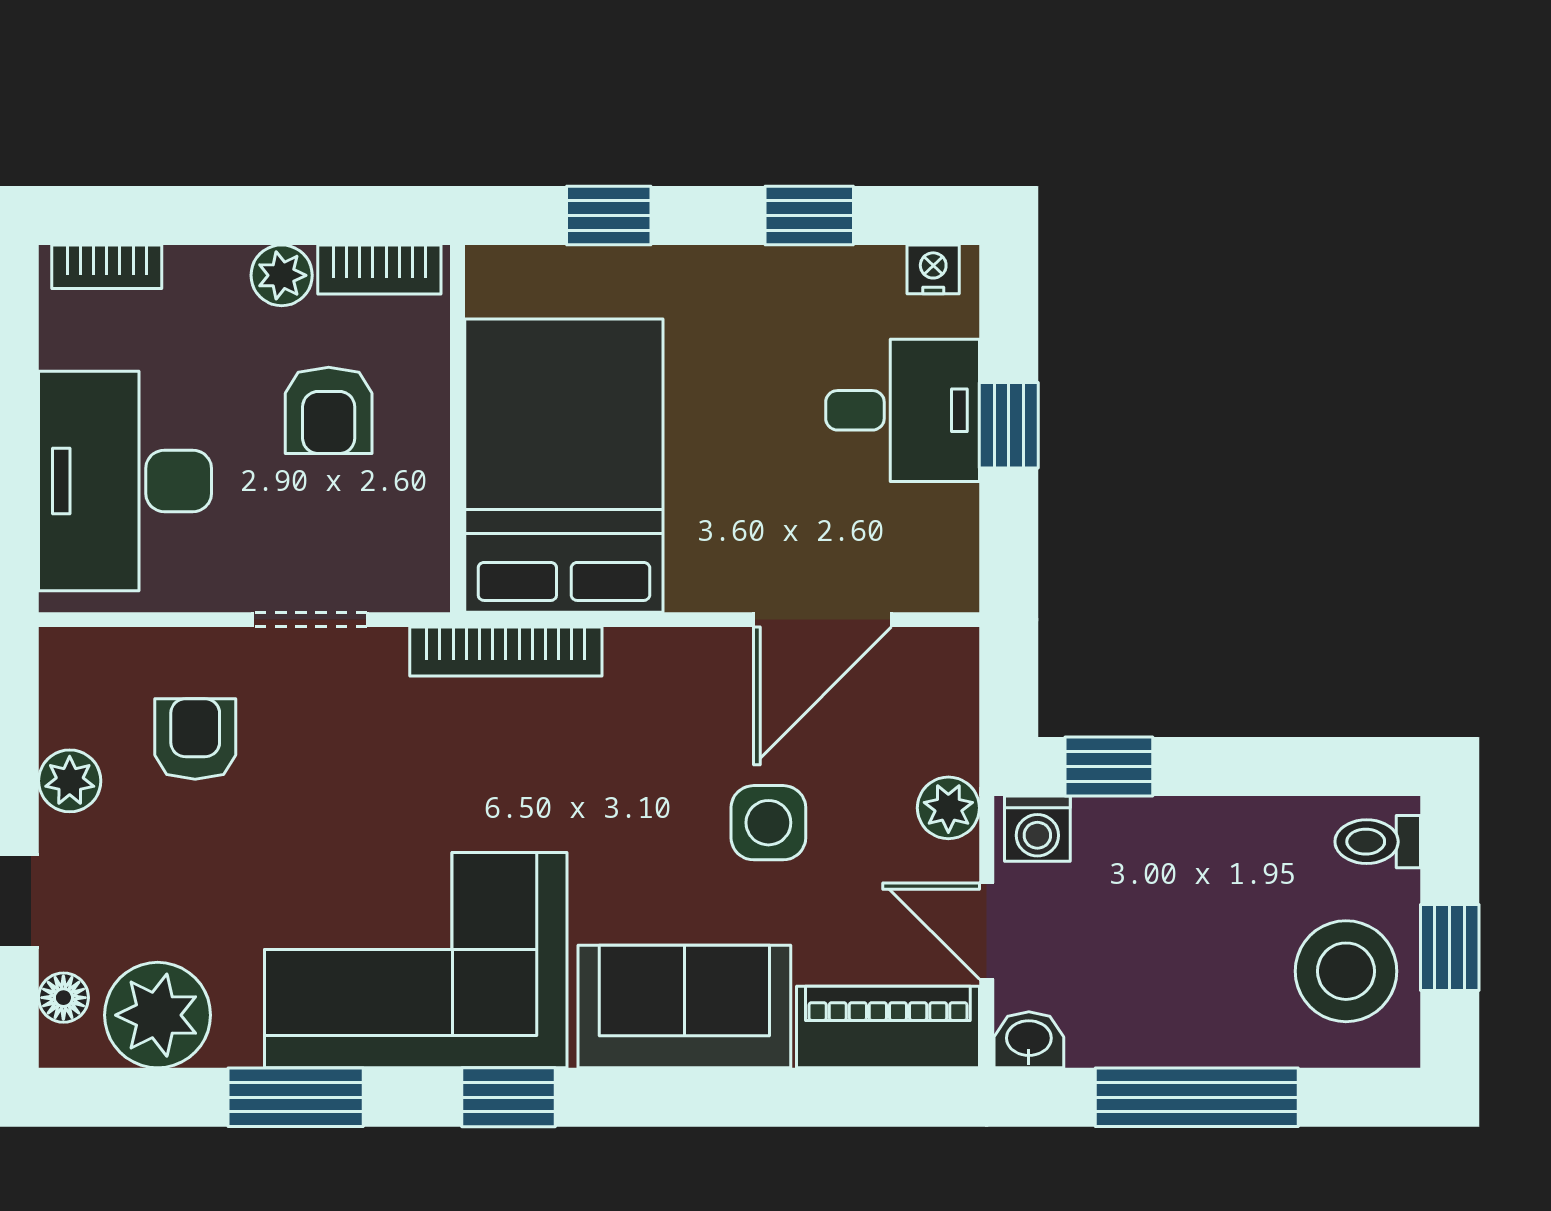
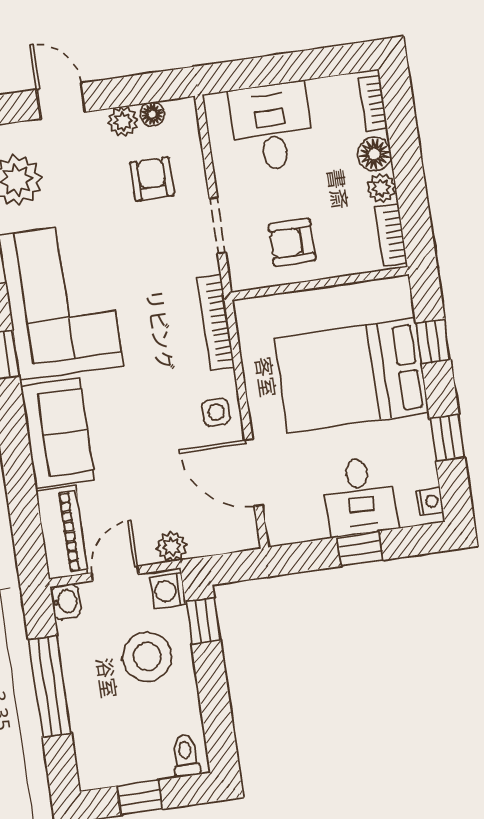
floor lamp: (211, 279) -> (374, 154), added
armchair: (329, 410) -> (292, 242), moved
bed: (564, 466) -> (352, 375), moved, turned 180
desk: (125, 481) -> (271, 127), width x0.73
armchair: (195, 739) -> (152, 179), turned -90
side table: (768, 823) -> (216, 412), moved, width x0.73, depth x0.73
stool: (1346, 971) -> (147, 657), moved
floor lamp: (63, 998) -> (152, 114), moved

